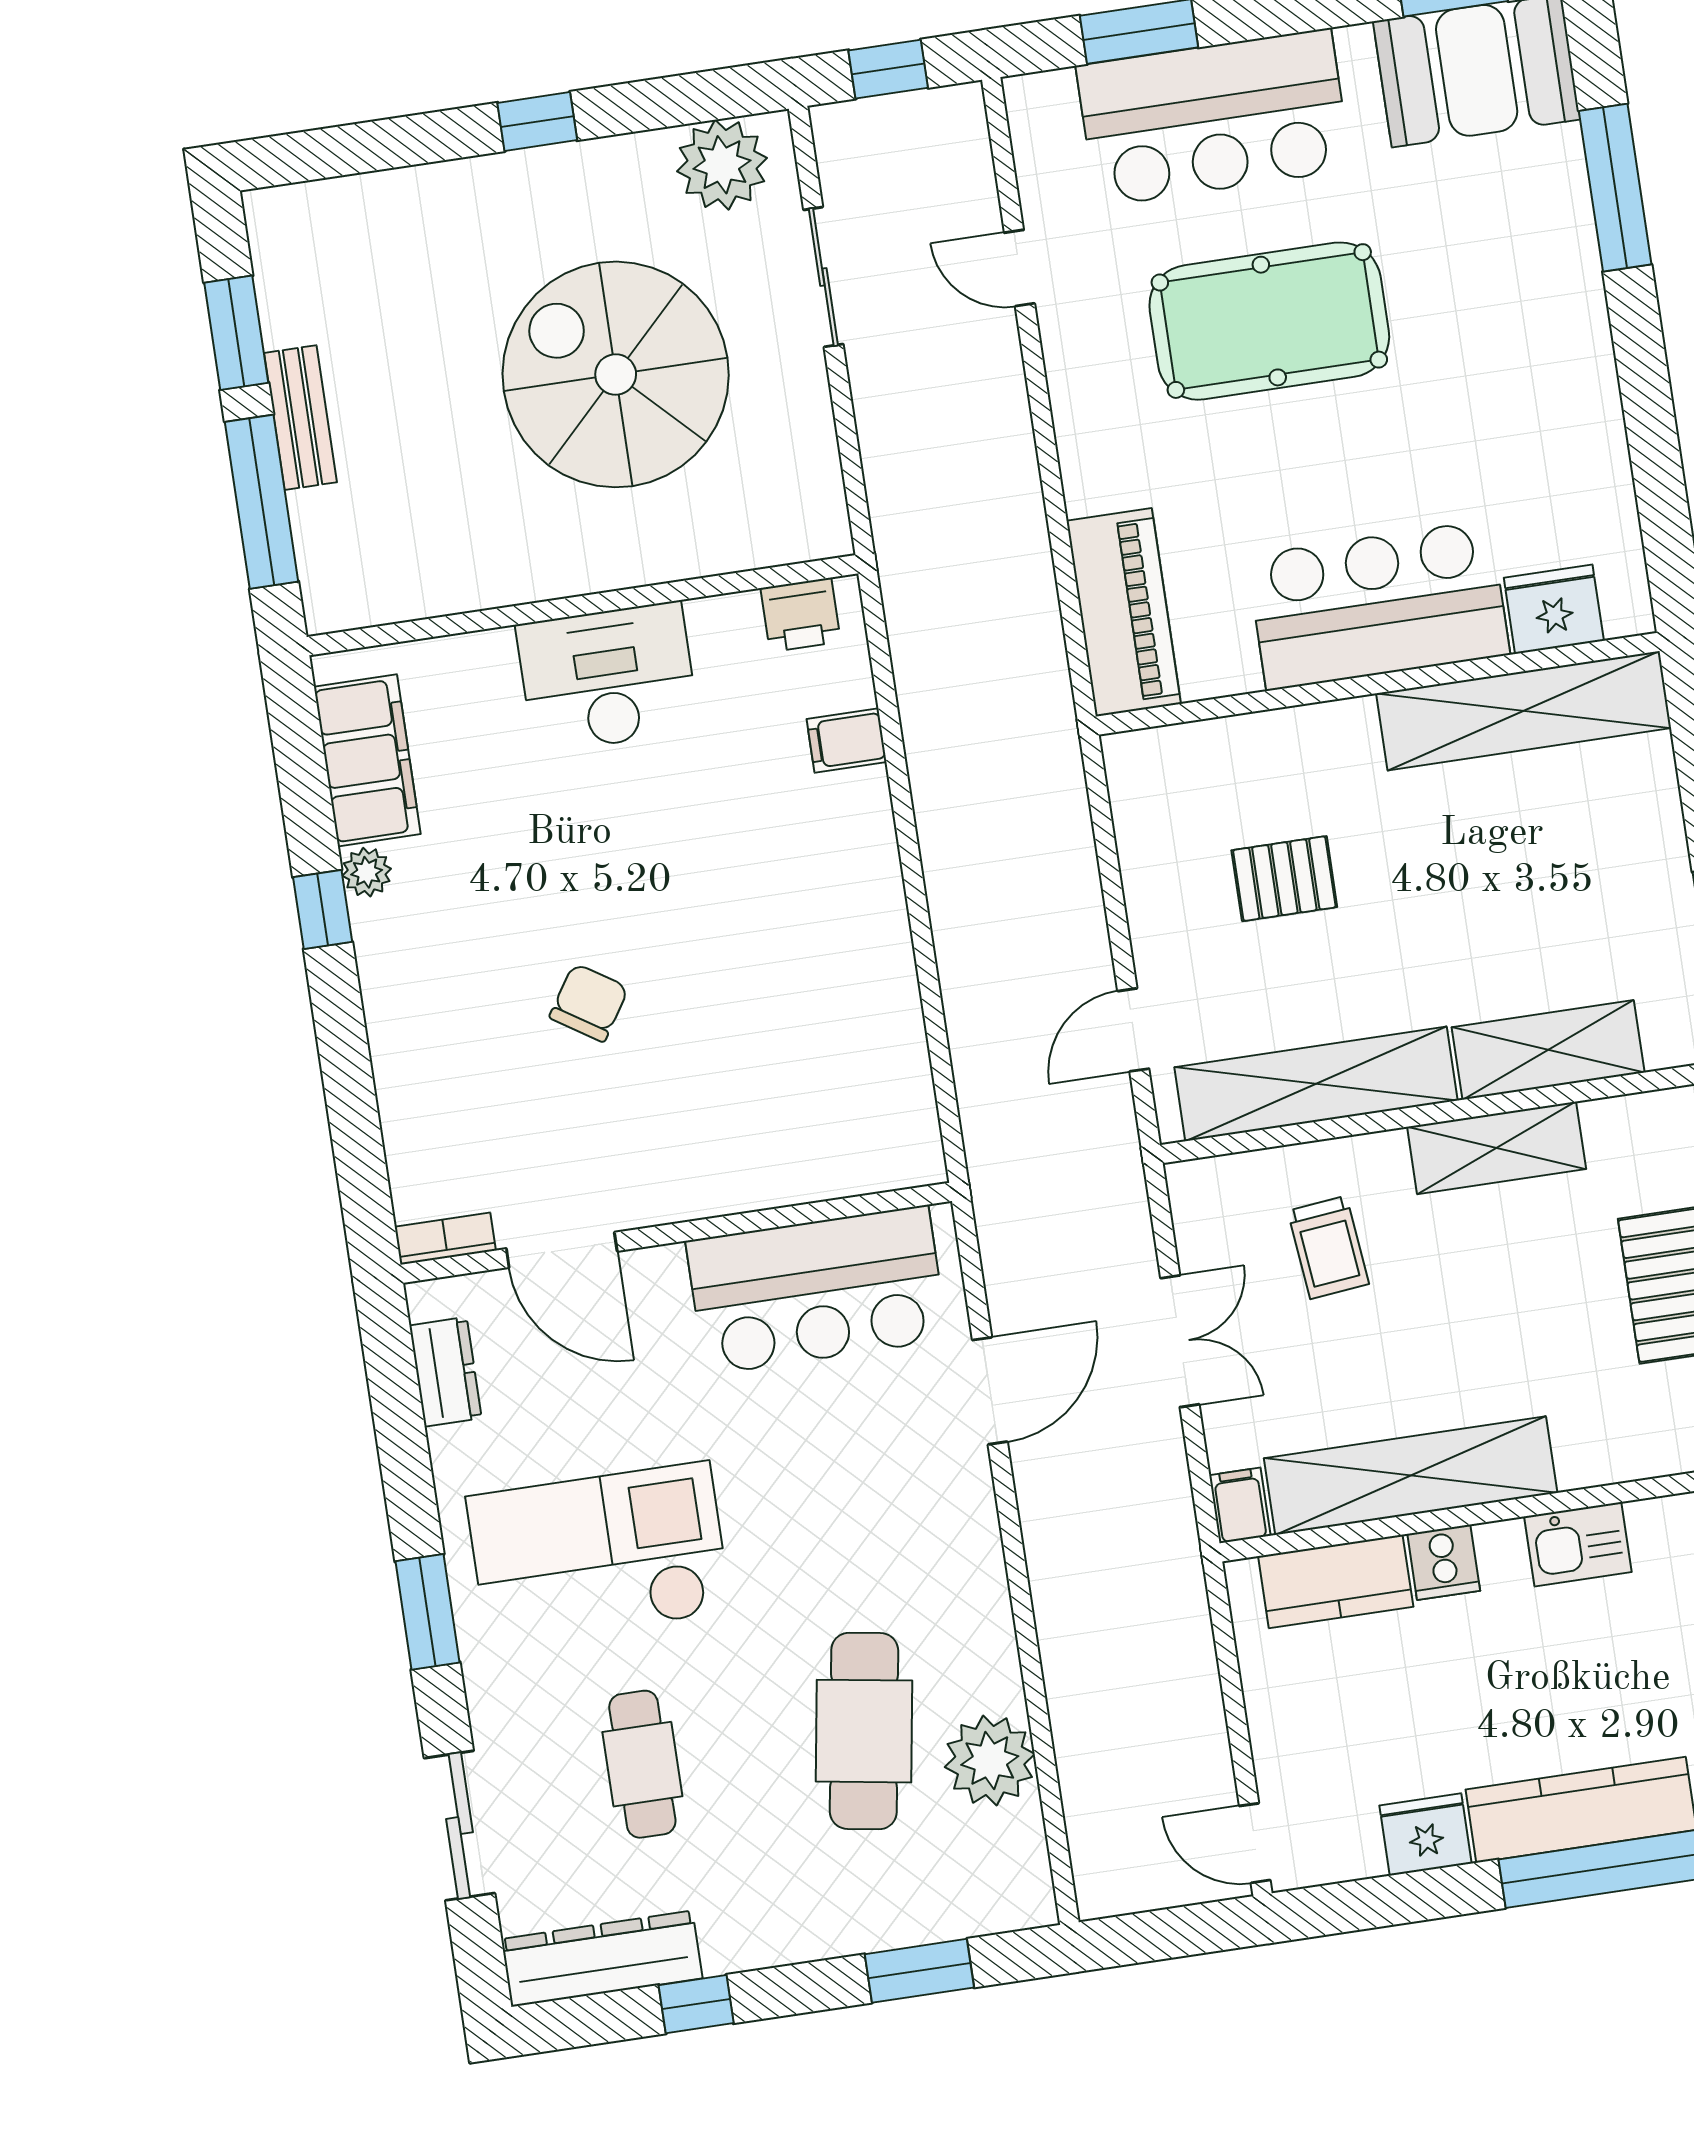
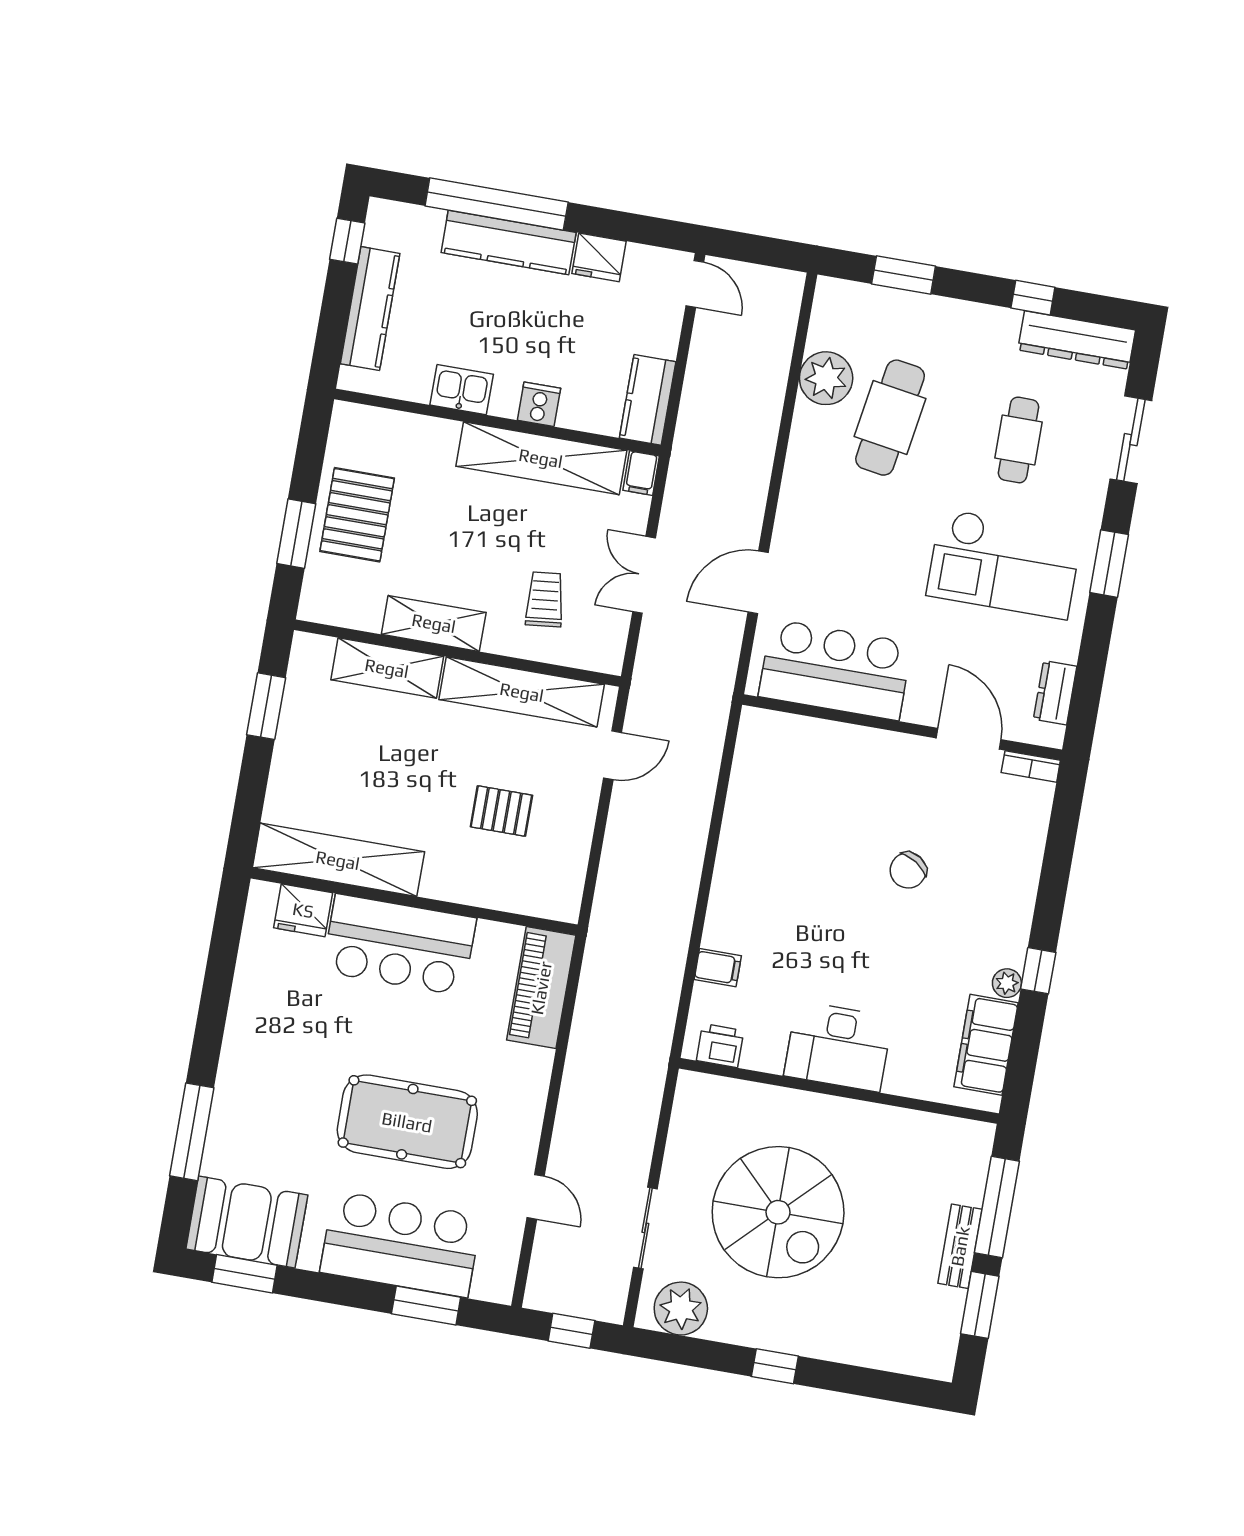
kitchen counter: (1336, 1581) -> (648, 400), moved, turned -90

